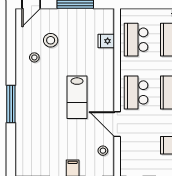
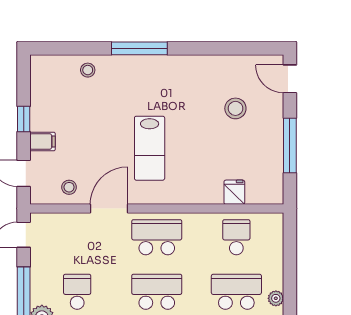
school desk: (136, 40) -> (236, 237), width x0.54
stool: (34, 57) -> (88, 70), moved
lab bench: (77, 97) -> (150, 148), turned -90

